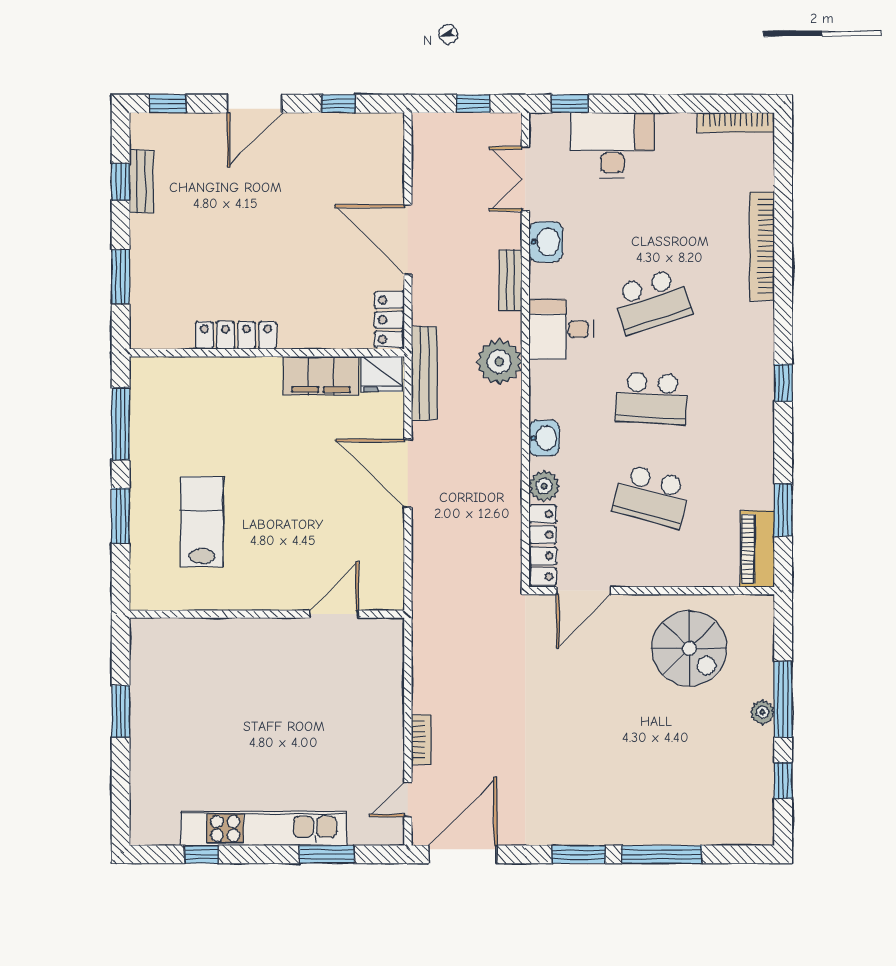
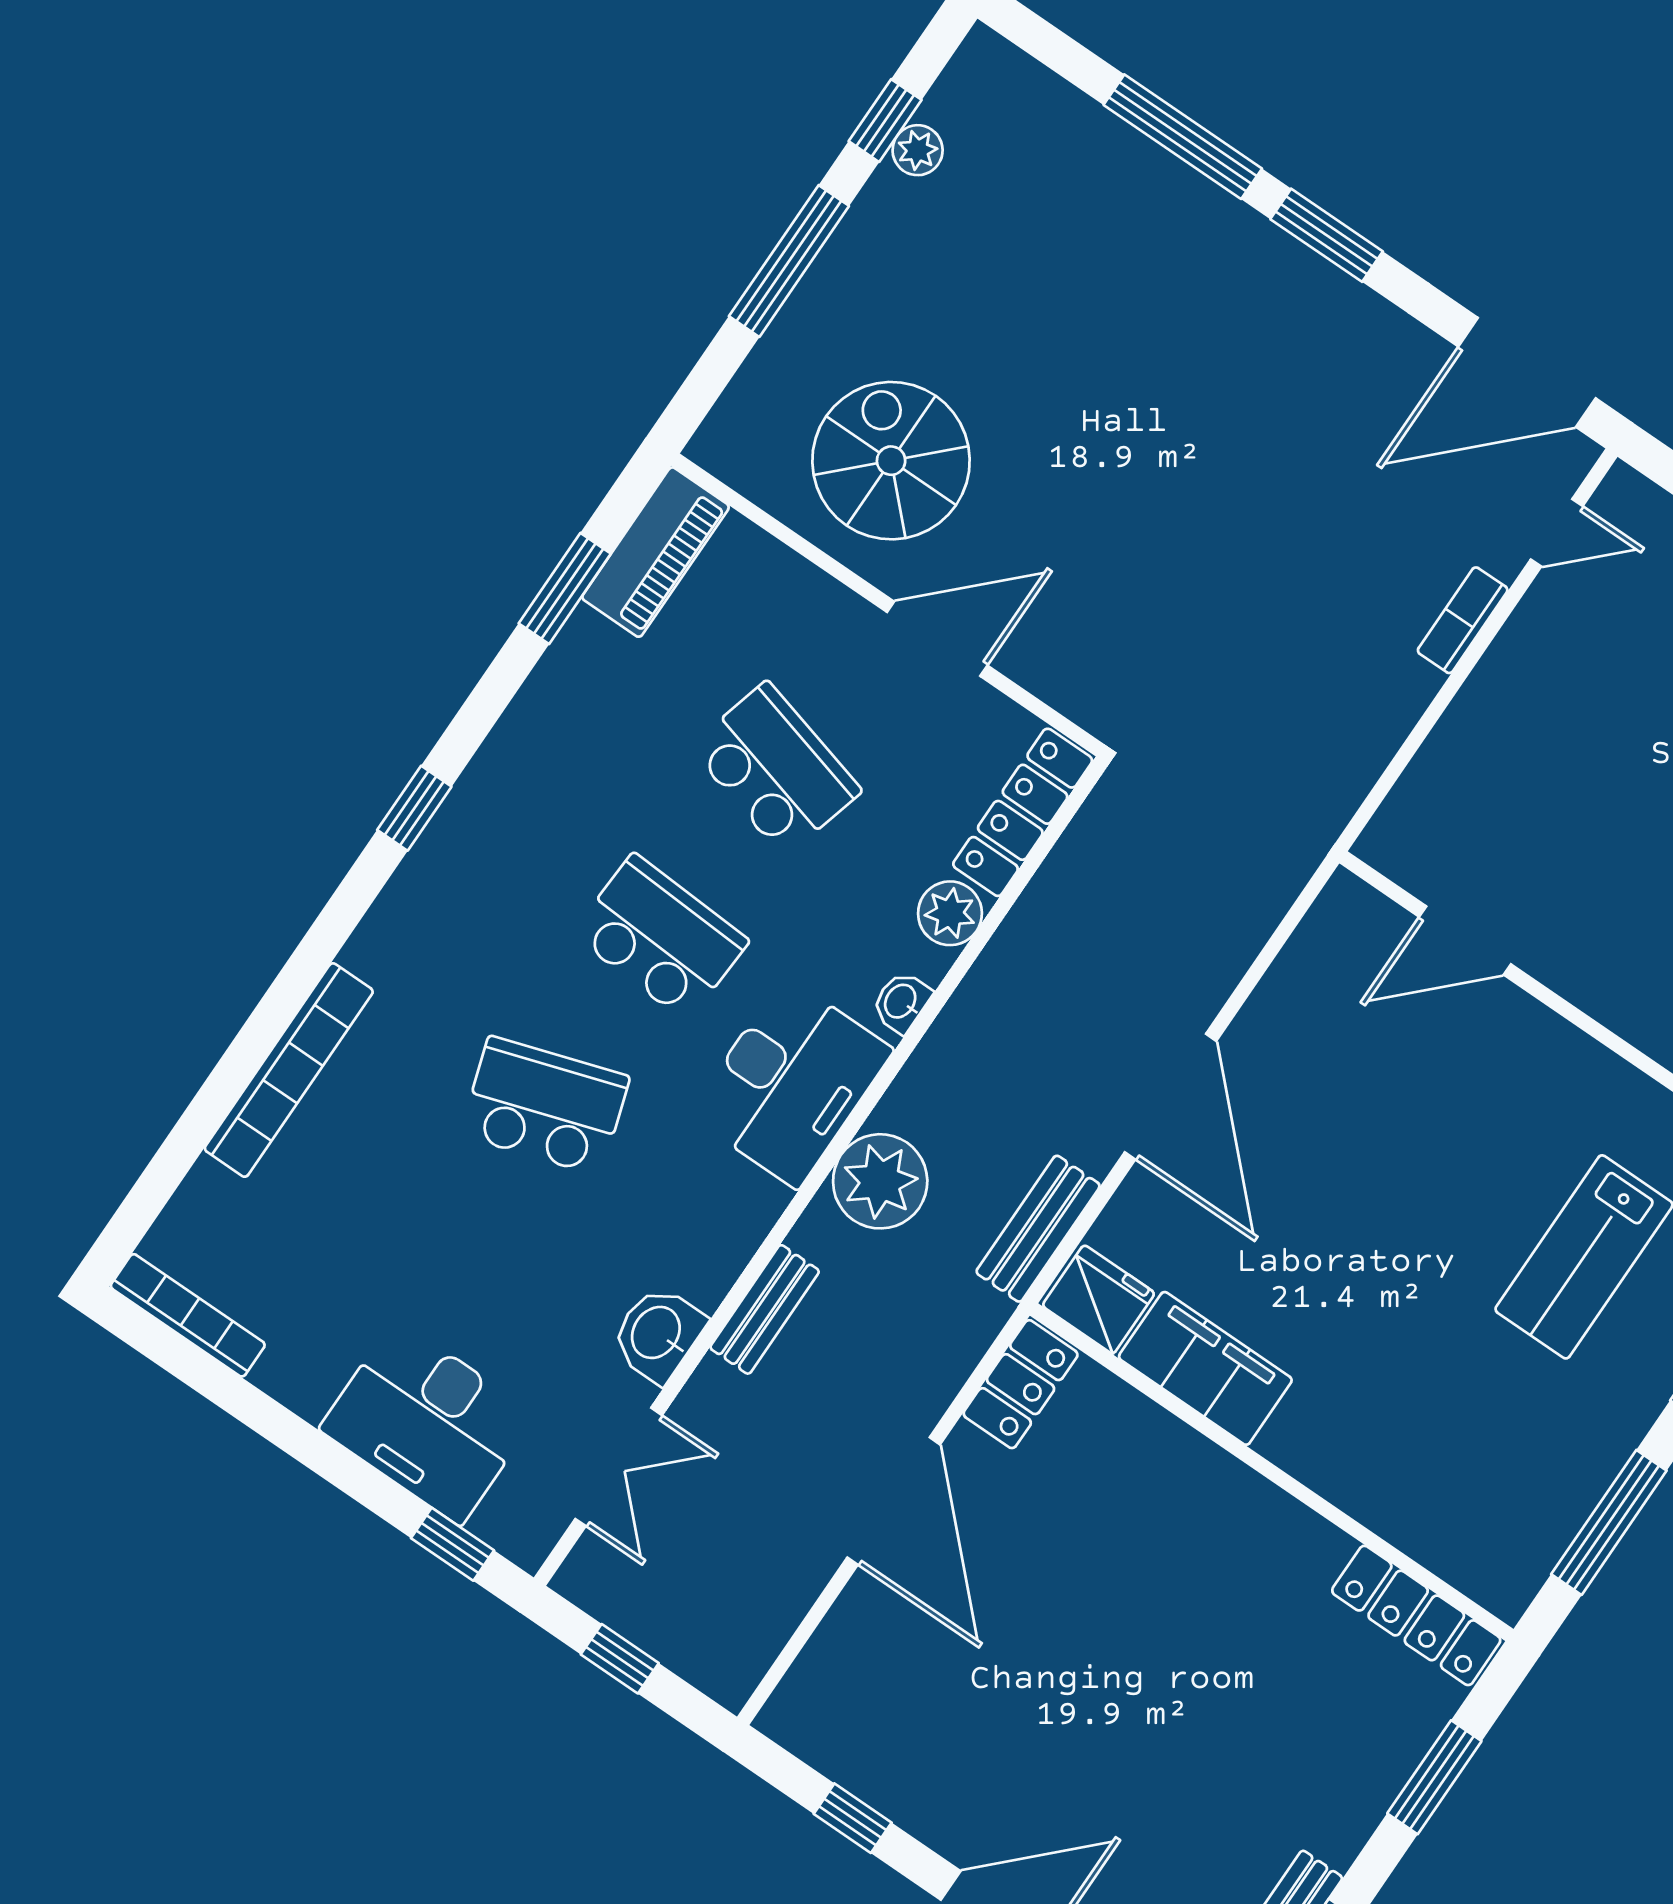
desk: (561, 329) -> (791, 1082), moved, width x1.37
locker: (236, 335) -> (1416, 1615), moved
bench: (424, 373) -> (1038, 1229), width x0.73
washbasin: (544, 438) -> (901, 1002), width x0.72, depth x0.69
door: (584, 591) -> (937, 639), moved
plant: (762, 712) -> (918, 150), moved

